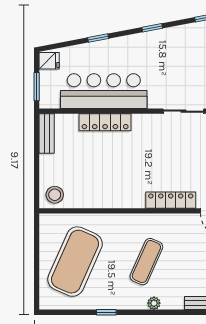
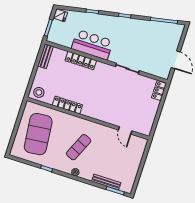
bar counter: (104, 91) -> (92, 45), width x0.73
locker: (171, 200) -> (67, 105), moved
exercise mat: (75, 262) -> (38, 134), turned -30

